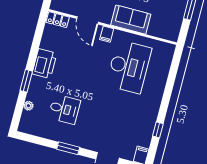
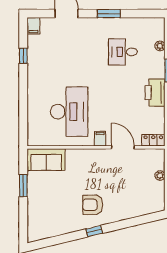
sofa: (131, 20) -> (46, 160), moved
desk: (129, 67) -> (69, 112), turned 180

